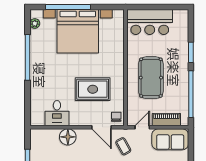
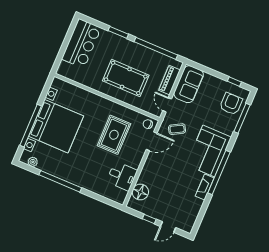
bar counter: (150, 22) -> (81, 43), moved
floor lamp: (68, 137) -> (140, 192), moved

